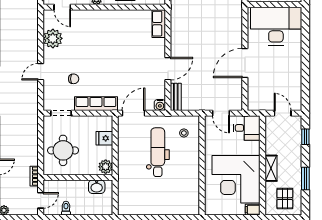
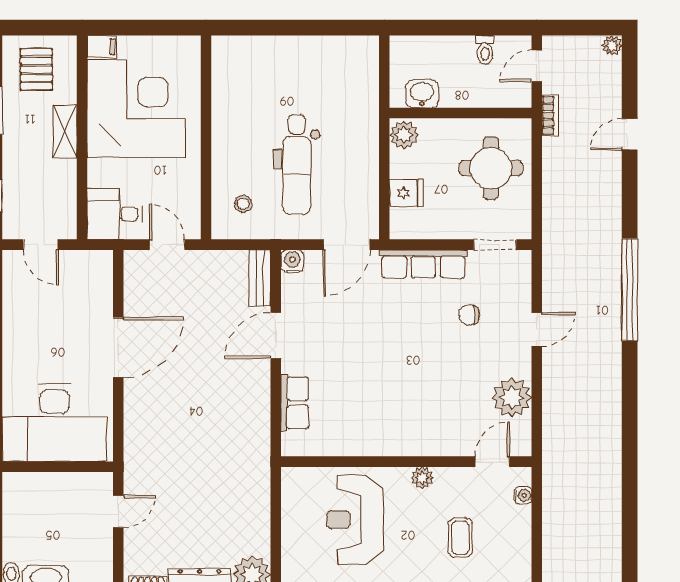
door: (62, 7) -> (492, 462), hinge flipped
row of seats: (159, 24) -> (295, 403), moved

